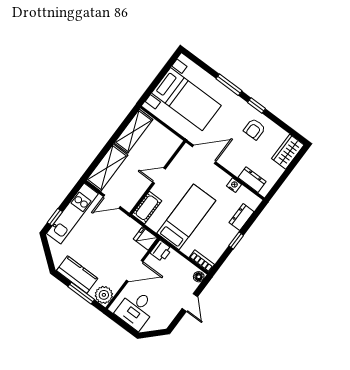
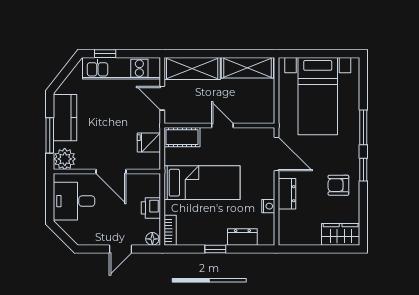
dresser: (252, 180) -> (287, 194), moved
fridge: (145, 238) -> (149, 143), moved, turned -90
printer: (161, 251) -> (151, 208), moved, turned 90

